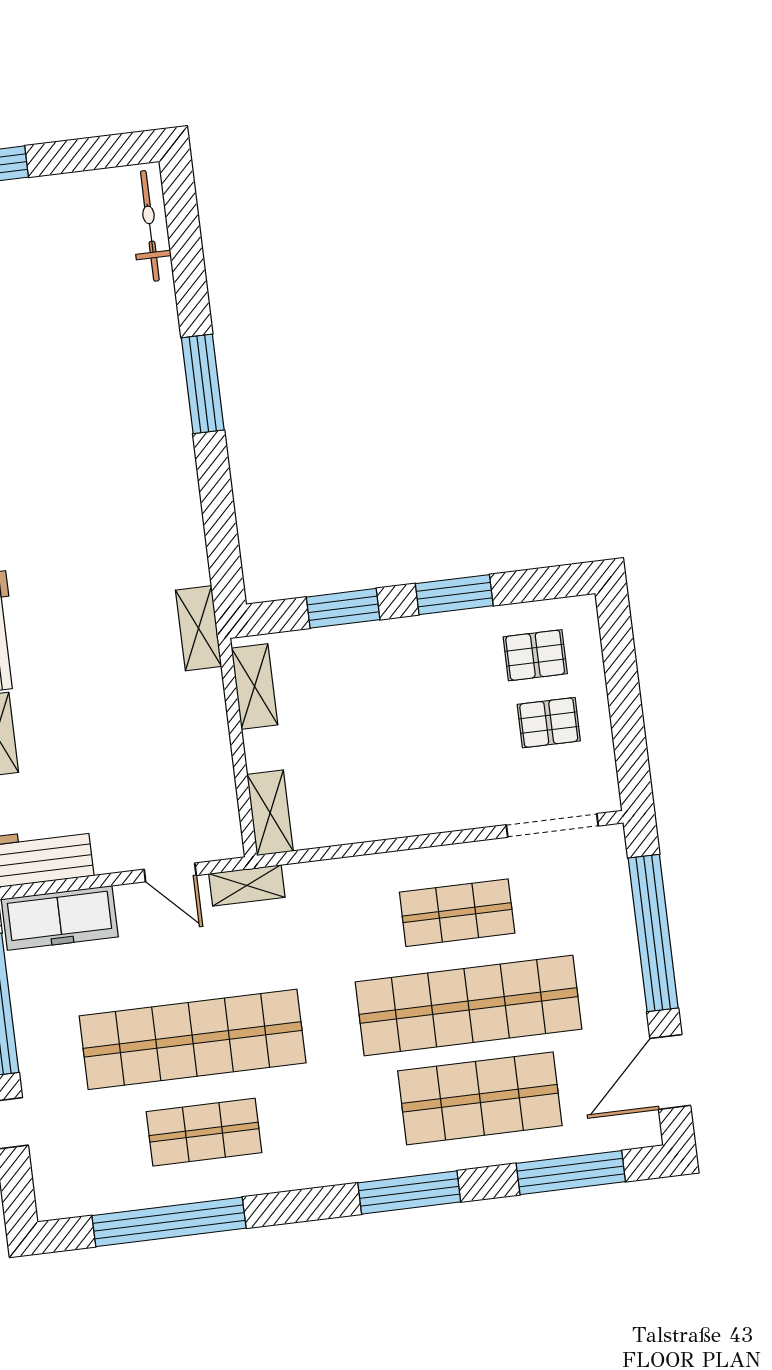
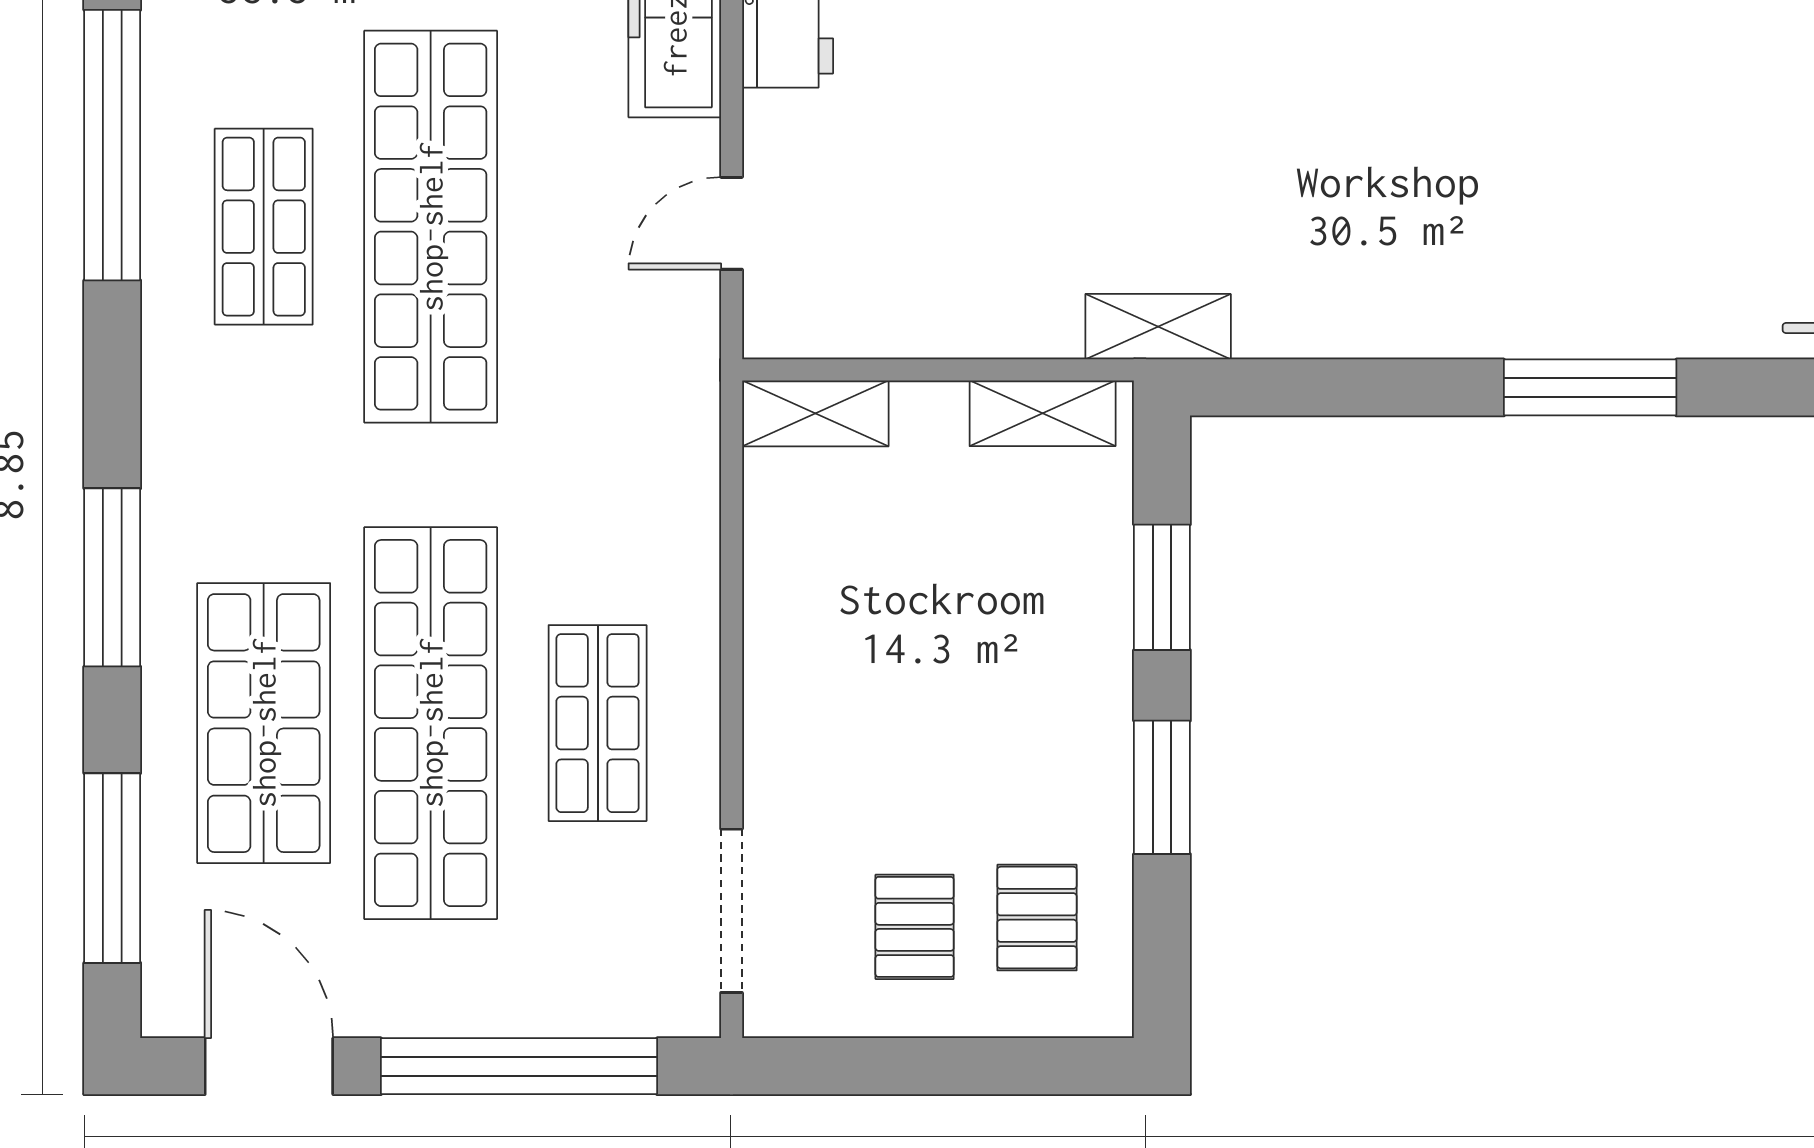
shelving: (247, 885) -> (692, 356), removed

